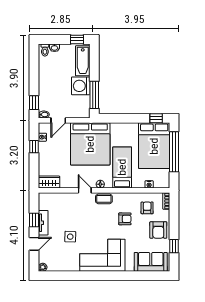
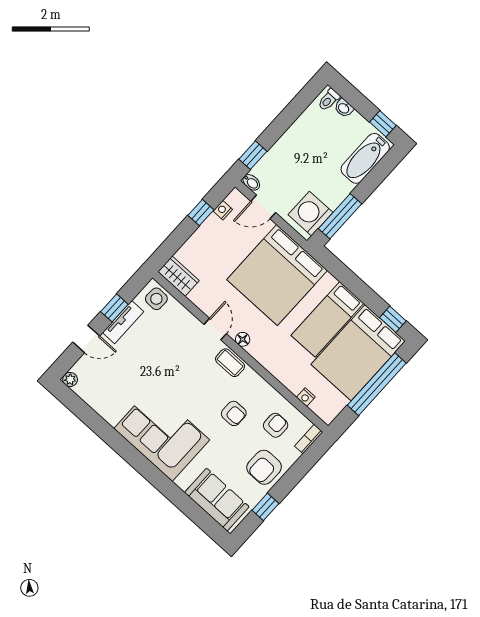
washing machine: (81, 86) -> (311, 214), moved
bed: (122, 167) -> (327, 319), moved, turned 180
side table: (70, 237) -> (156, 299), moved

